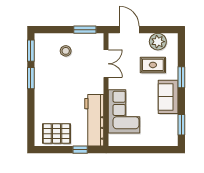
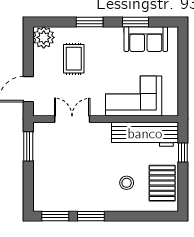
plant: (158, 42) -> (44, 37), moved
stool: (66, 51) -> (127, 183), moved
sofa: (168, 97) -> (146, 39), moved
window: (181, 125) -> (136, 22), moved

